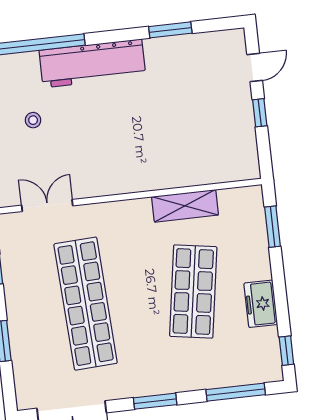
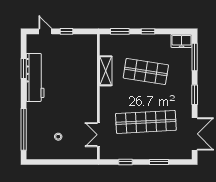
workbench: (92, 63) -> (35, 77), moved
freezer: (261, 304) -> (182, 41), moved
window: (286, 351) -> (148, 31), moved

